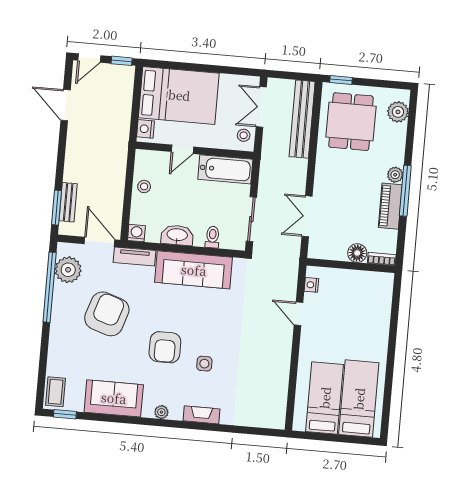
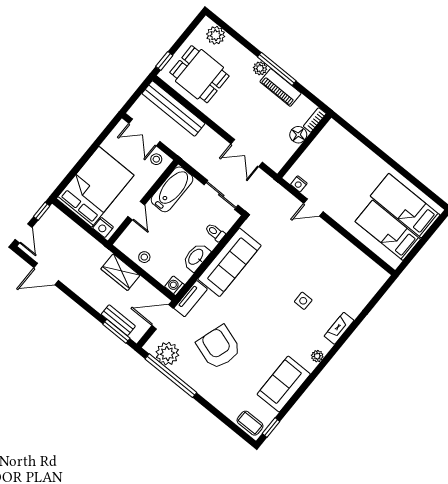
wardrobe: (115, 174) -> (120, 272), added
armchair: (165, 347) -> (272, 321), removed

